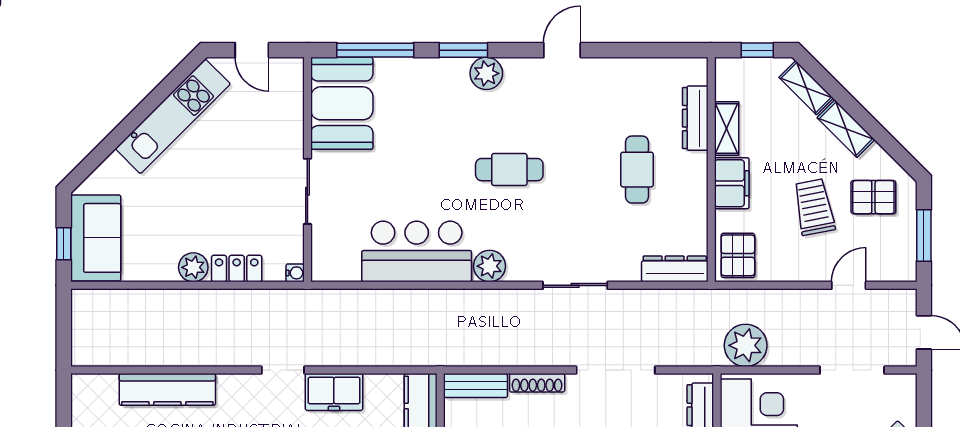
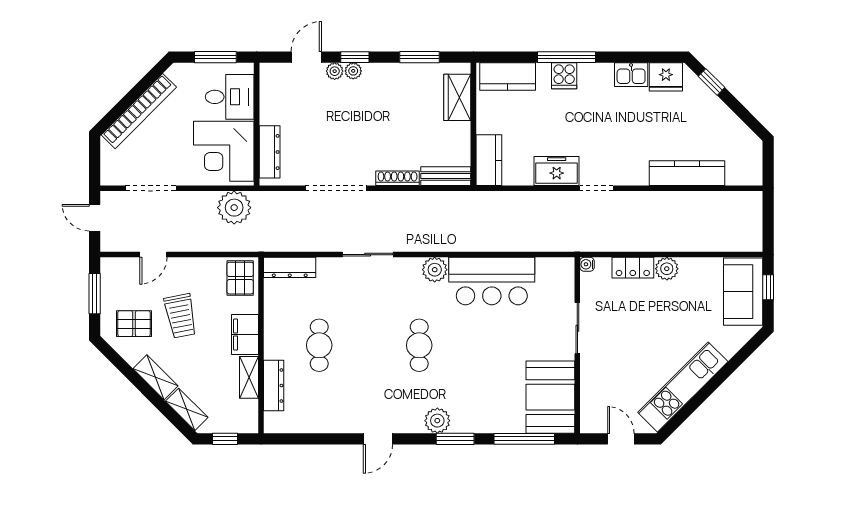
cafe table: (509, 170) -> (419, 345), turned 90

